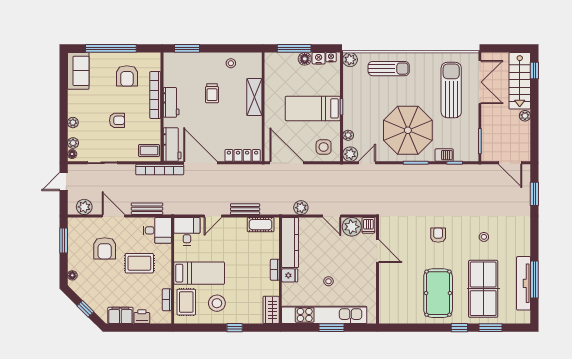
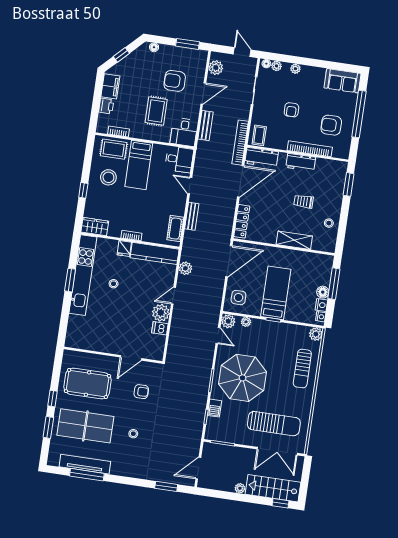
door: (377, 251) -> (131, 358), moved
wall: (377, 271) -> (113, 355), moved

